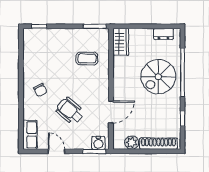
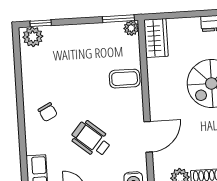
plant: (104, 34) -> (131, 28), added
plant: (33, 36) -> (33, 37), added
coffee table: (87, 58) -> (125, 79), moved

